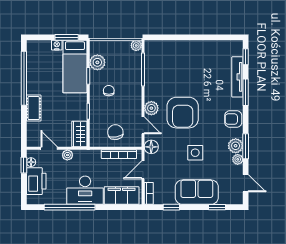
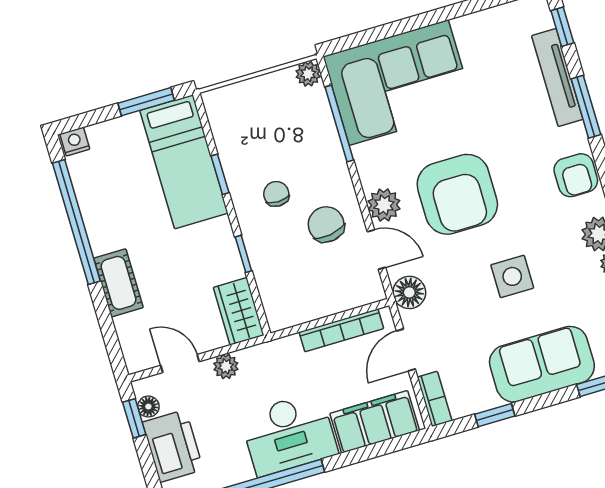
nightstand: (57, 45) -> (75, 142), moved
corner sofa: (172, 60) -> (399, 83), added
plant: (97, 62) -> (232, 138), removed
armchair: (233, 119) -> (576, 175), turned -90
chair: (115, 132) -> (326, 224), moved

